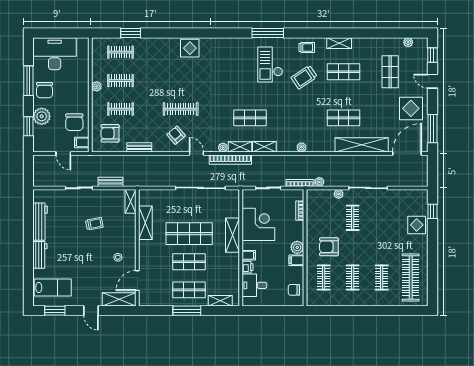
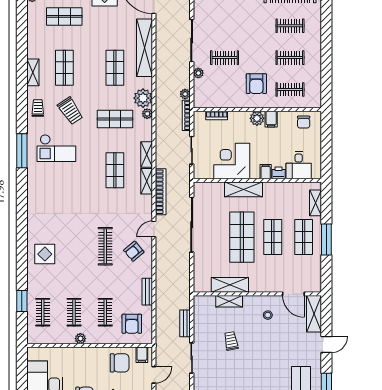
display table: (190, 48) -> (45, 254), moved
shop shelf: (297, 118) -> (115, 119), added
plant: (223, 147) -> (143, 98), moved, width x1.87, depth x1.87
shelving: (131, 201) -> (229, 301), moved

